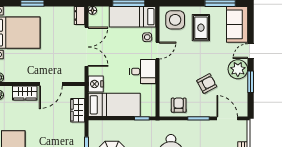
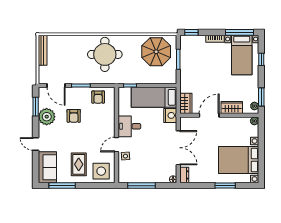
bed: (133, 17) -> (138, 174), removed
double door: (86, 47) -> (178, 148), swing flipped
door: (251, 51) -> (36, 144), swing flipped
plant: (238, 69) -> (47, 117), moved
window: (251, 82) -> (36, 107), moved
armchair: (207, 84) -> (74, 116), turned -62
wardrobe: (78, 110) -> (186, 103), moved

